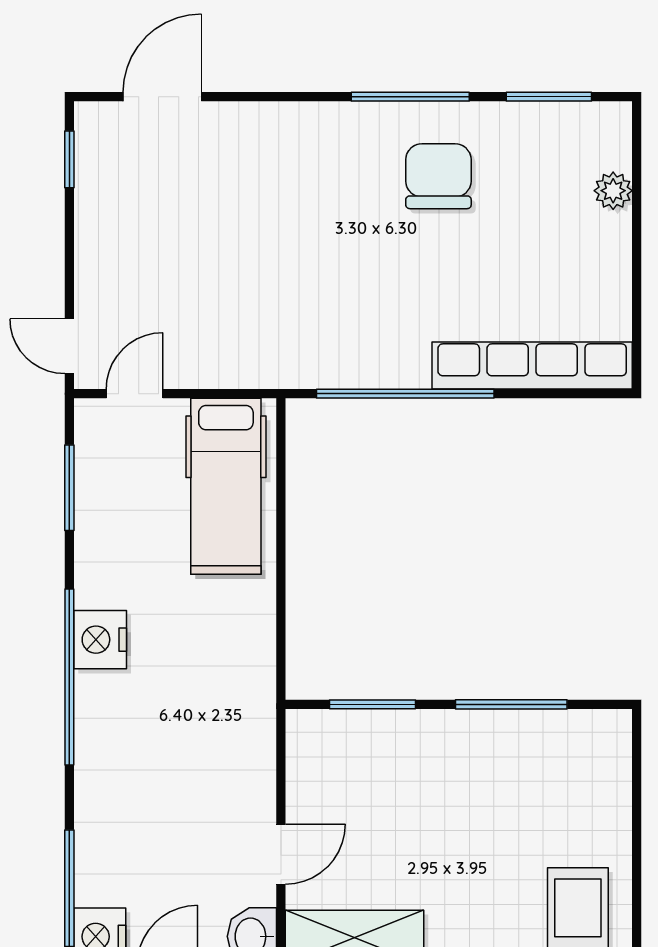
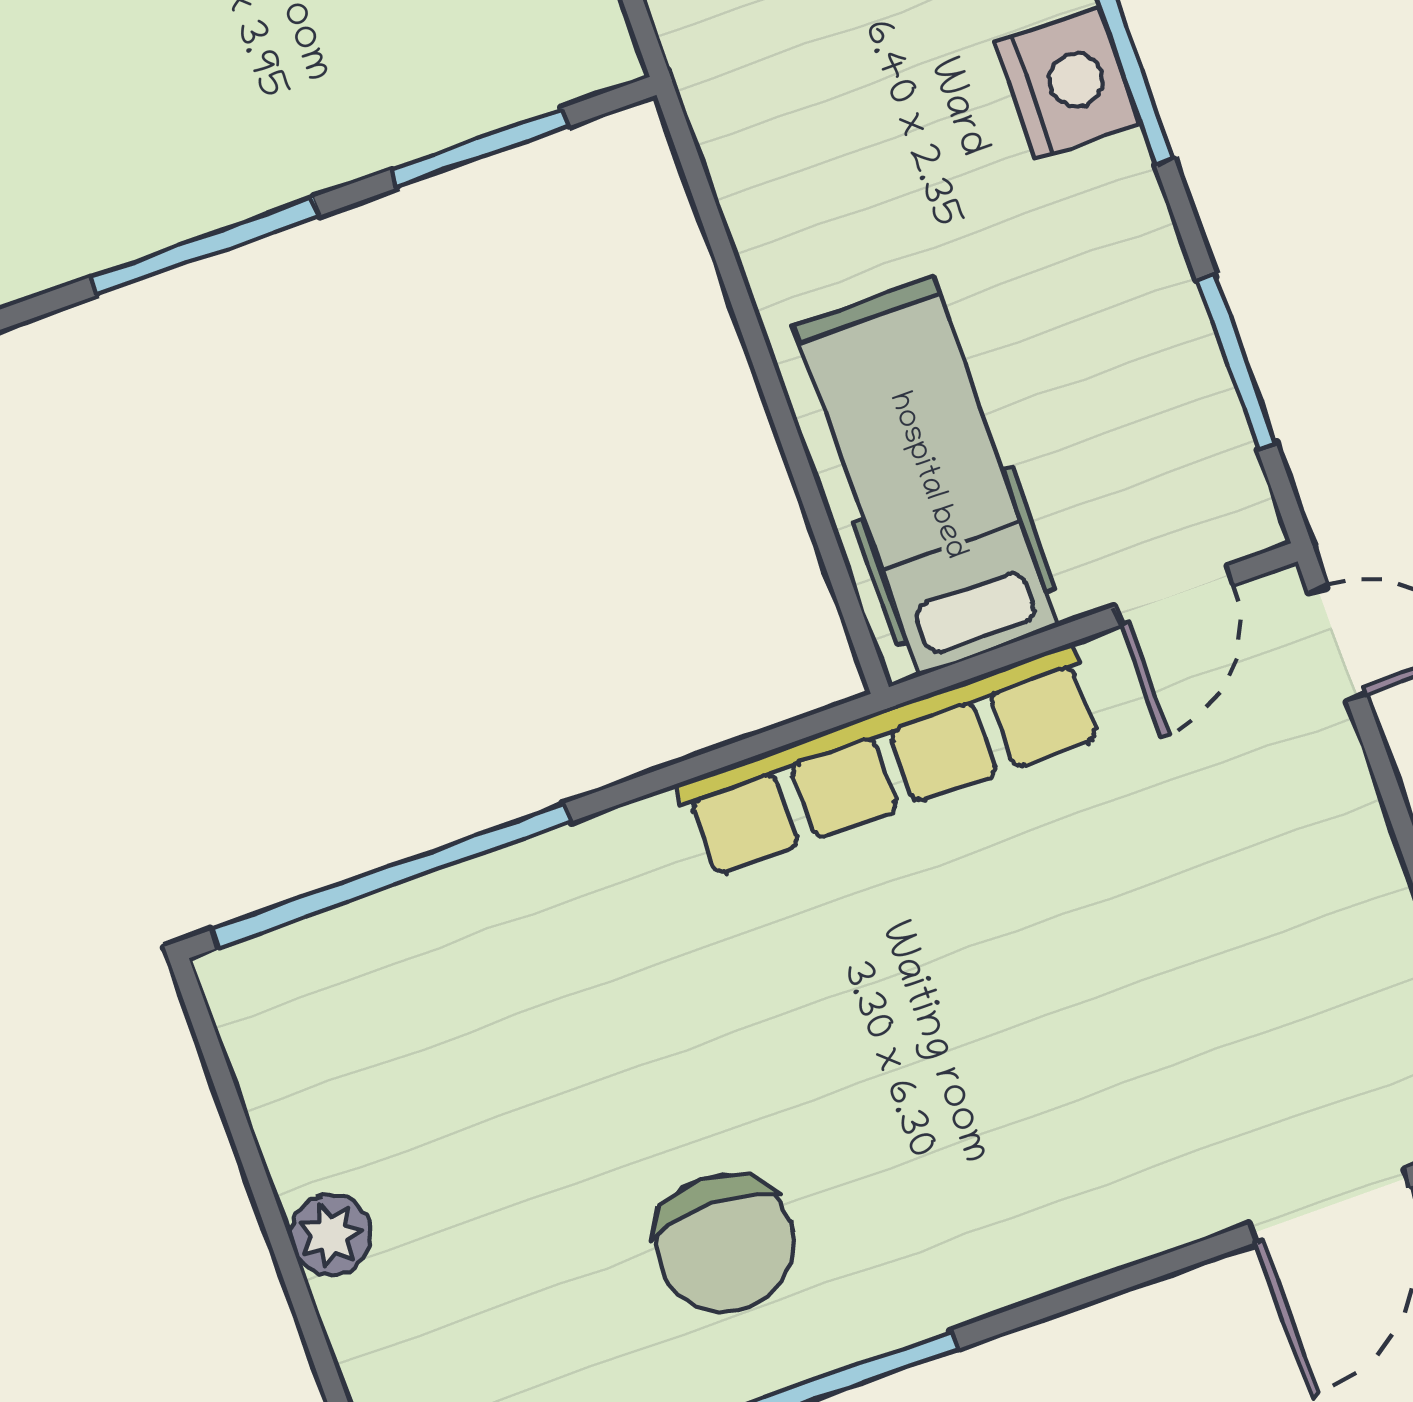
plant: (613, 191) -> (331, 1235), moved
row of seats: (532, 366) -> (890, 760), moved
window: (405, 394) -> (391, 876), moved

